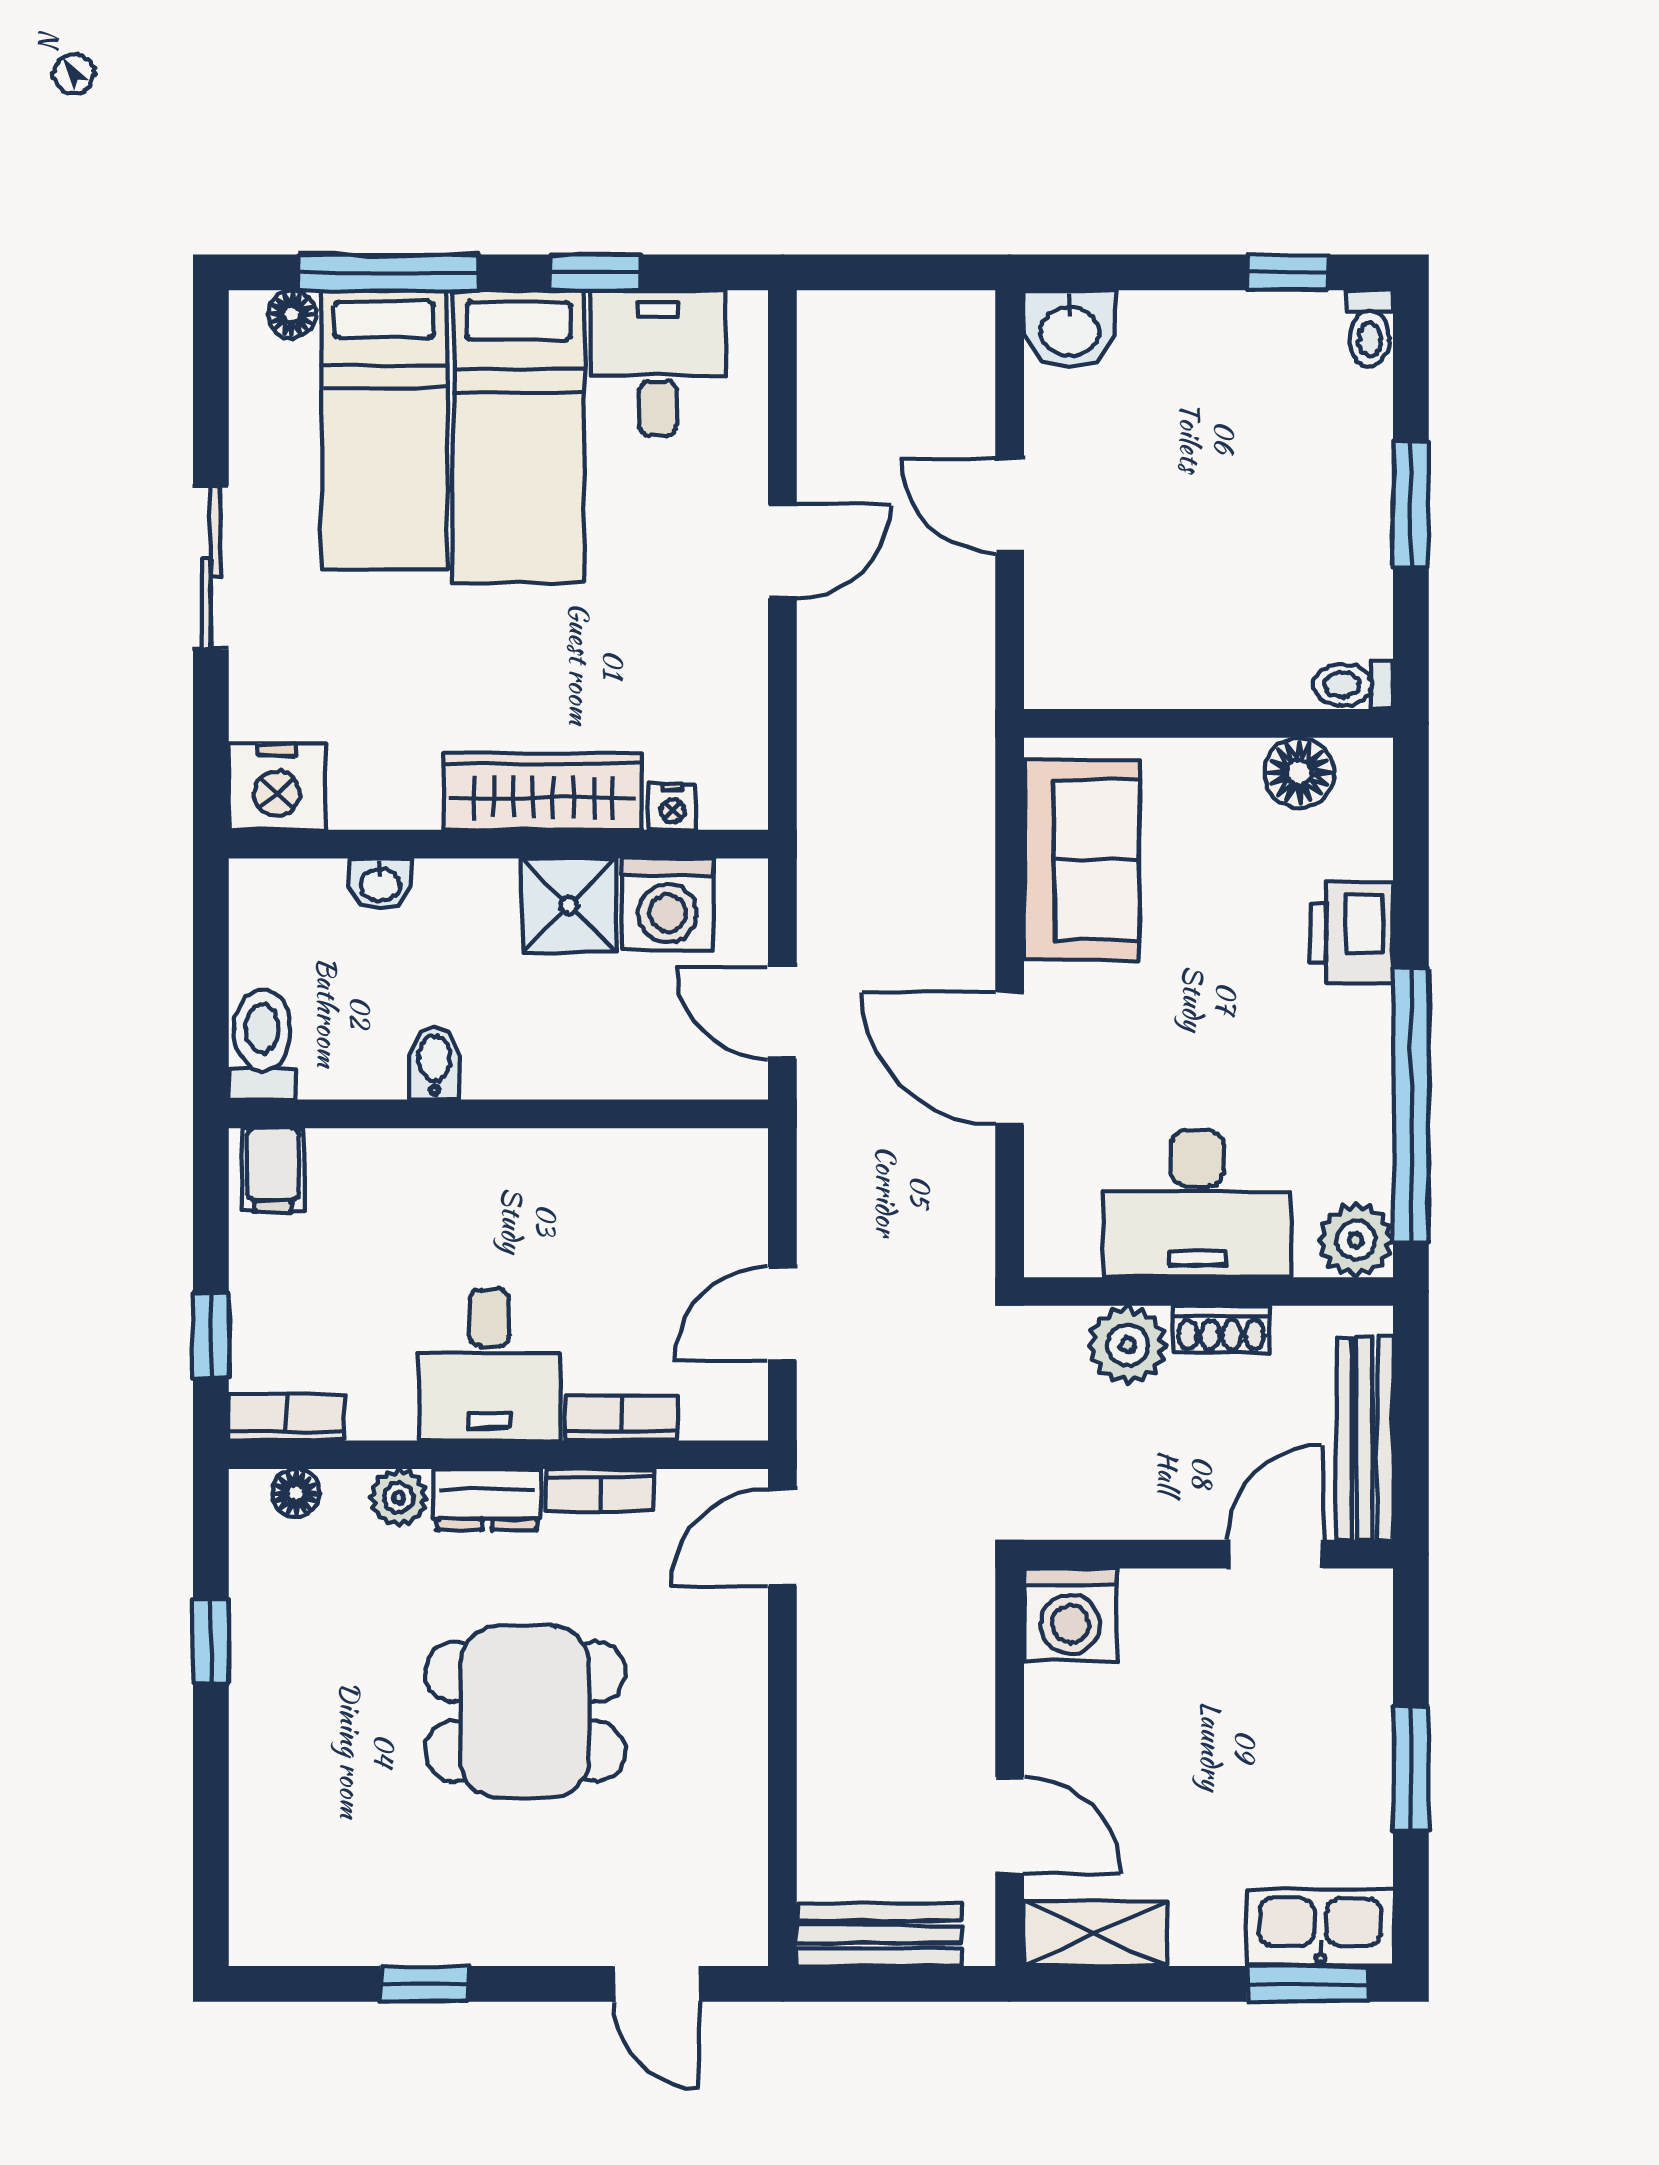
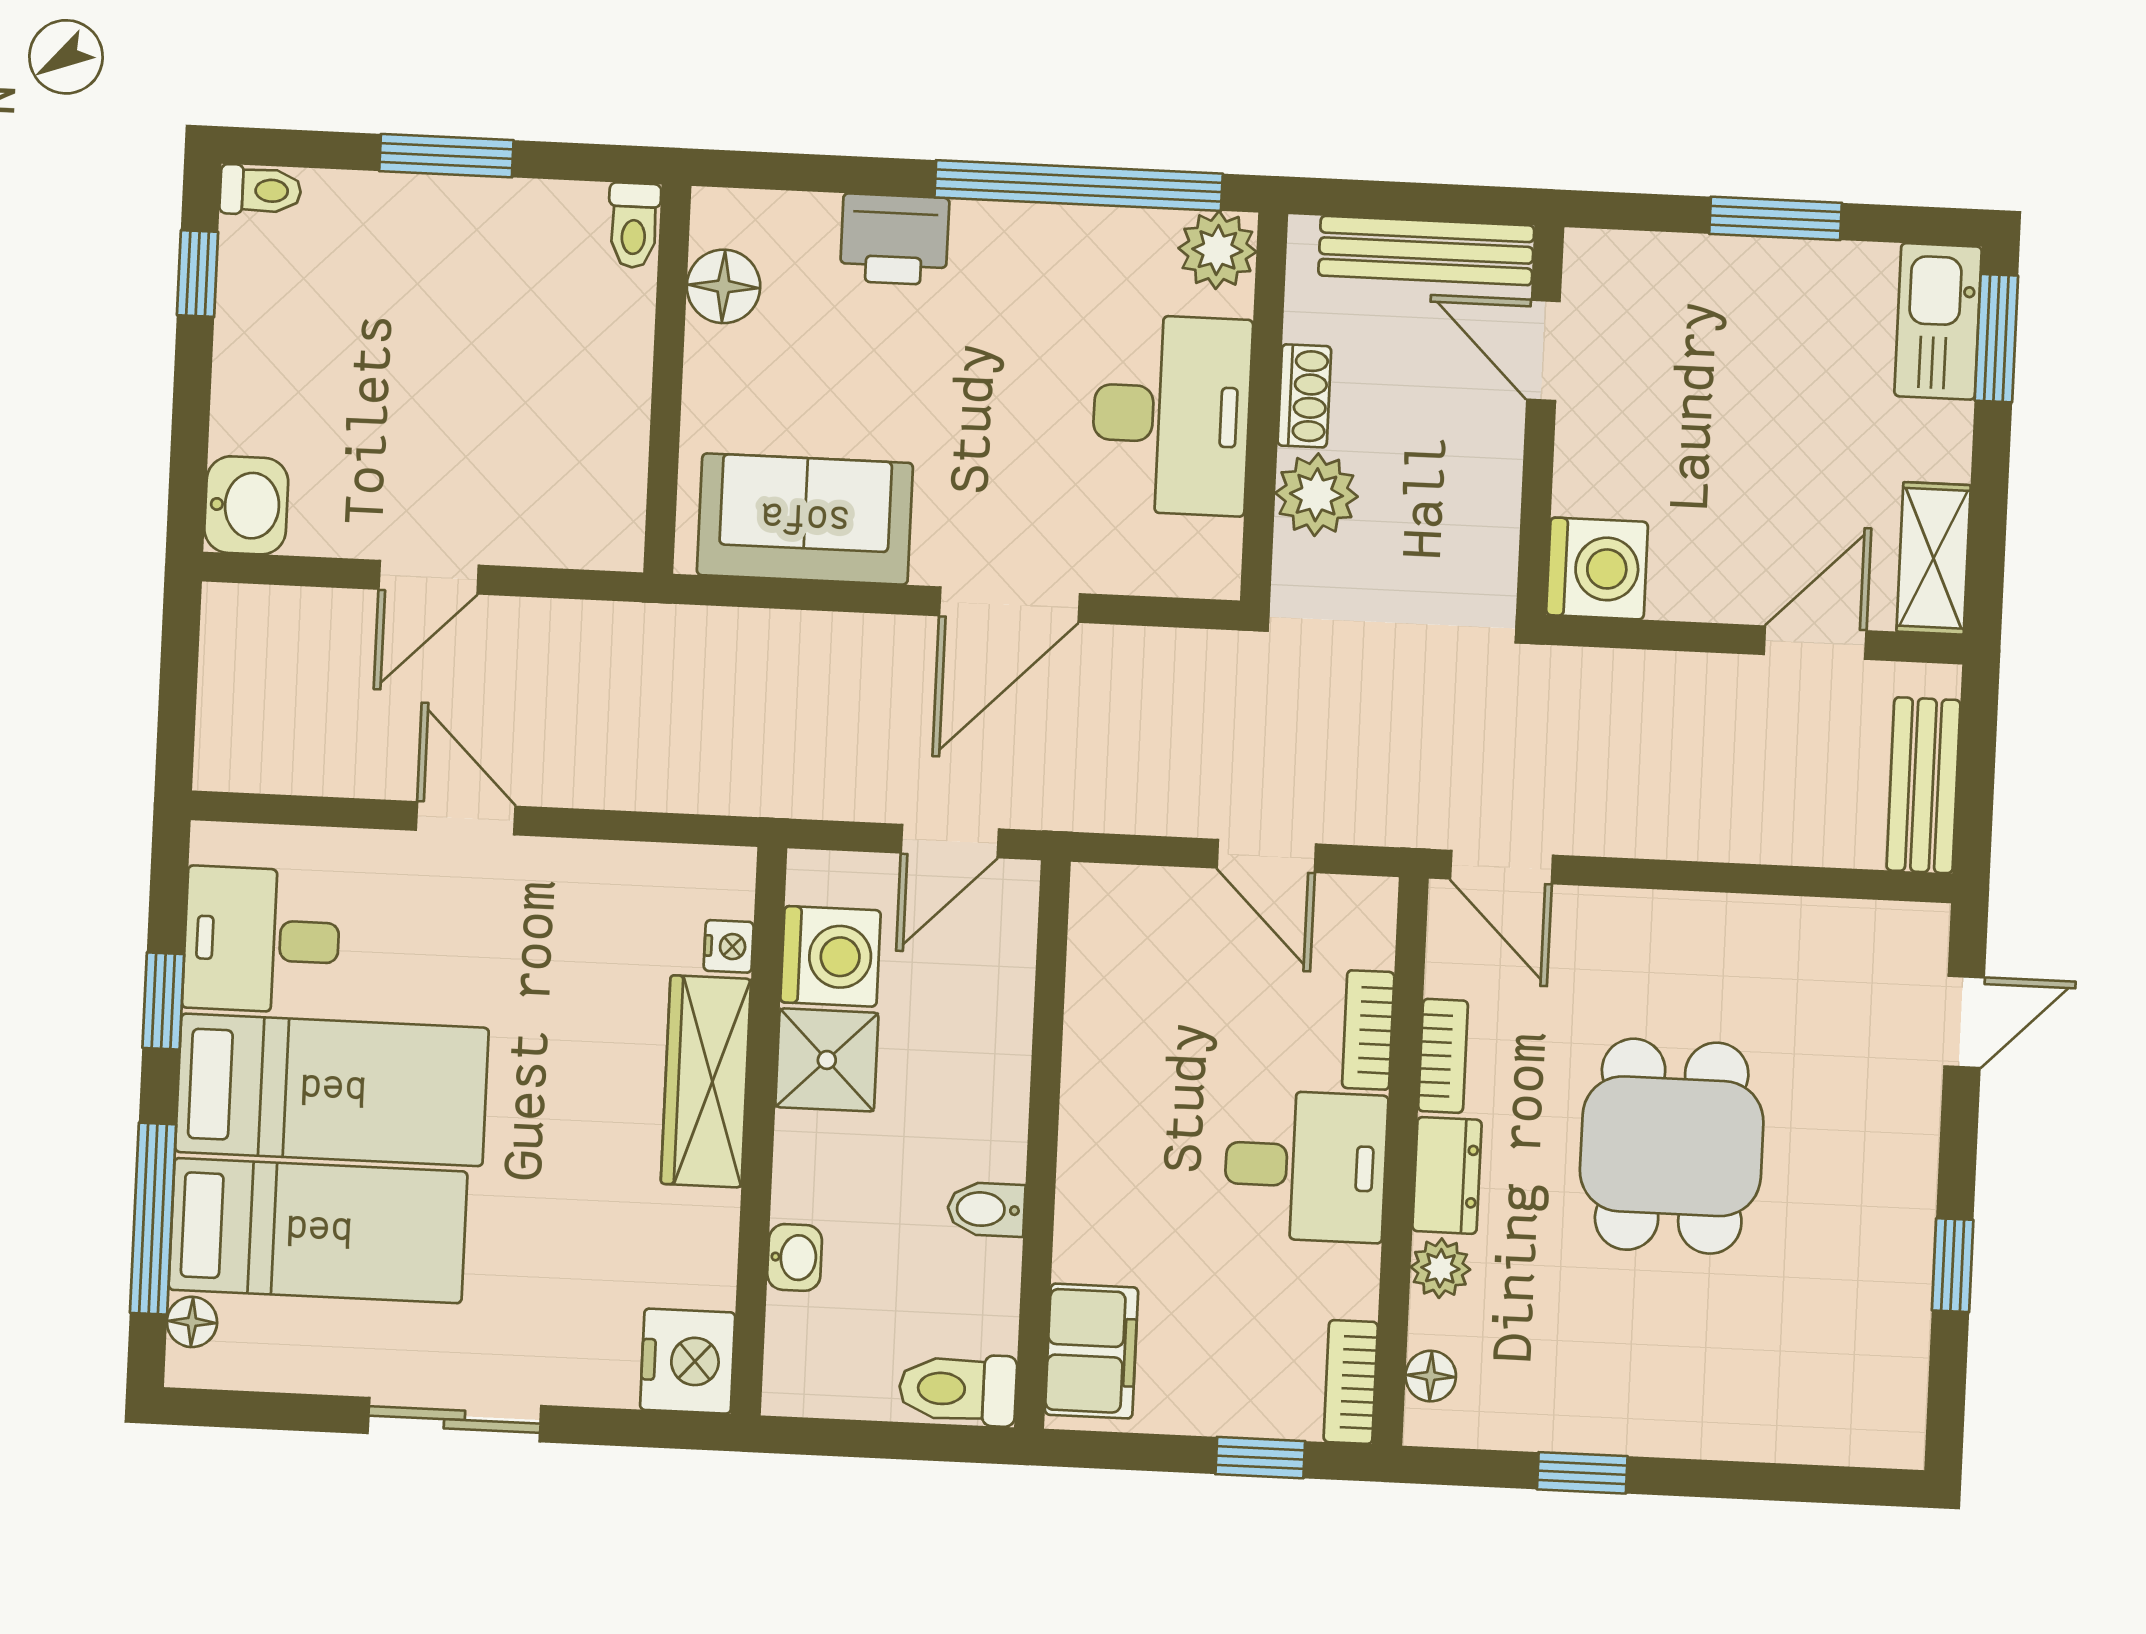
filing cabinet: (273, 1170) -> (1092, 1351), width x2.00

